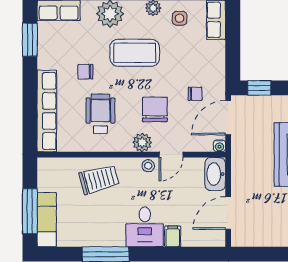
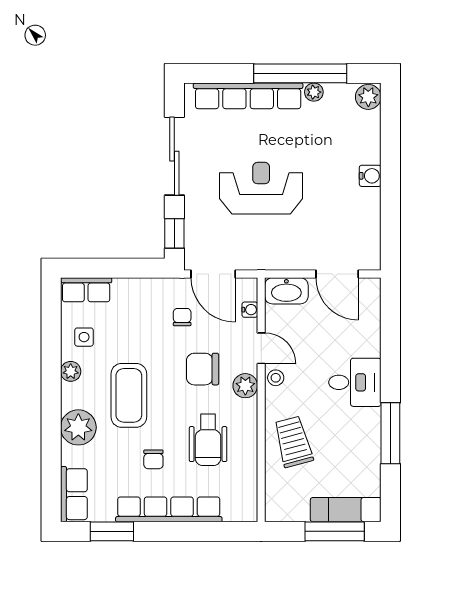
row of seats: (47, 111) -> (169, 509), moved
wheelchair: (100, 114) -> (208, 440), turned -90
water cooler: (219, 146) -> (250, 310), moved
filing cabinet: (173, 236) -> (367, 346), removed

